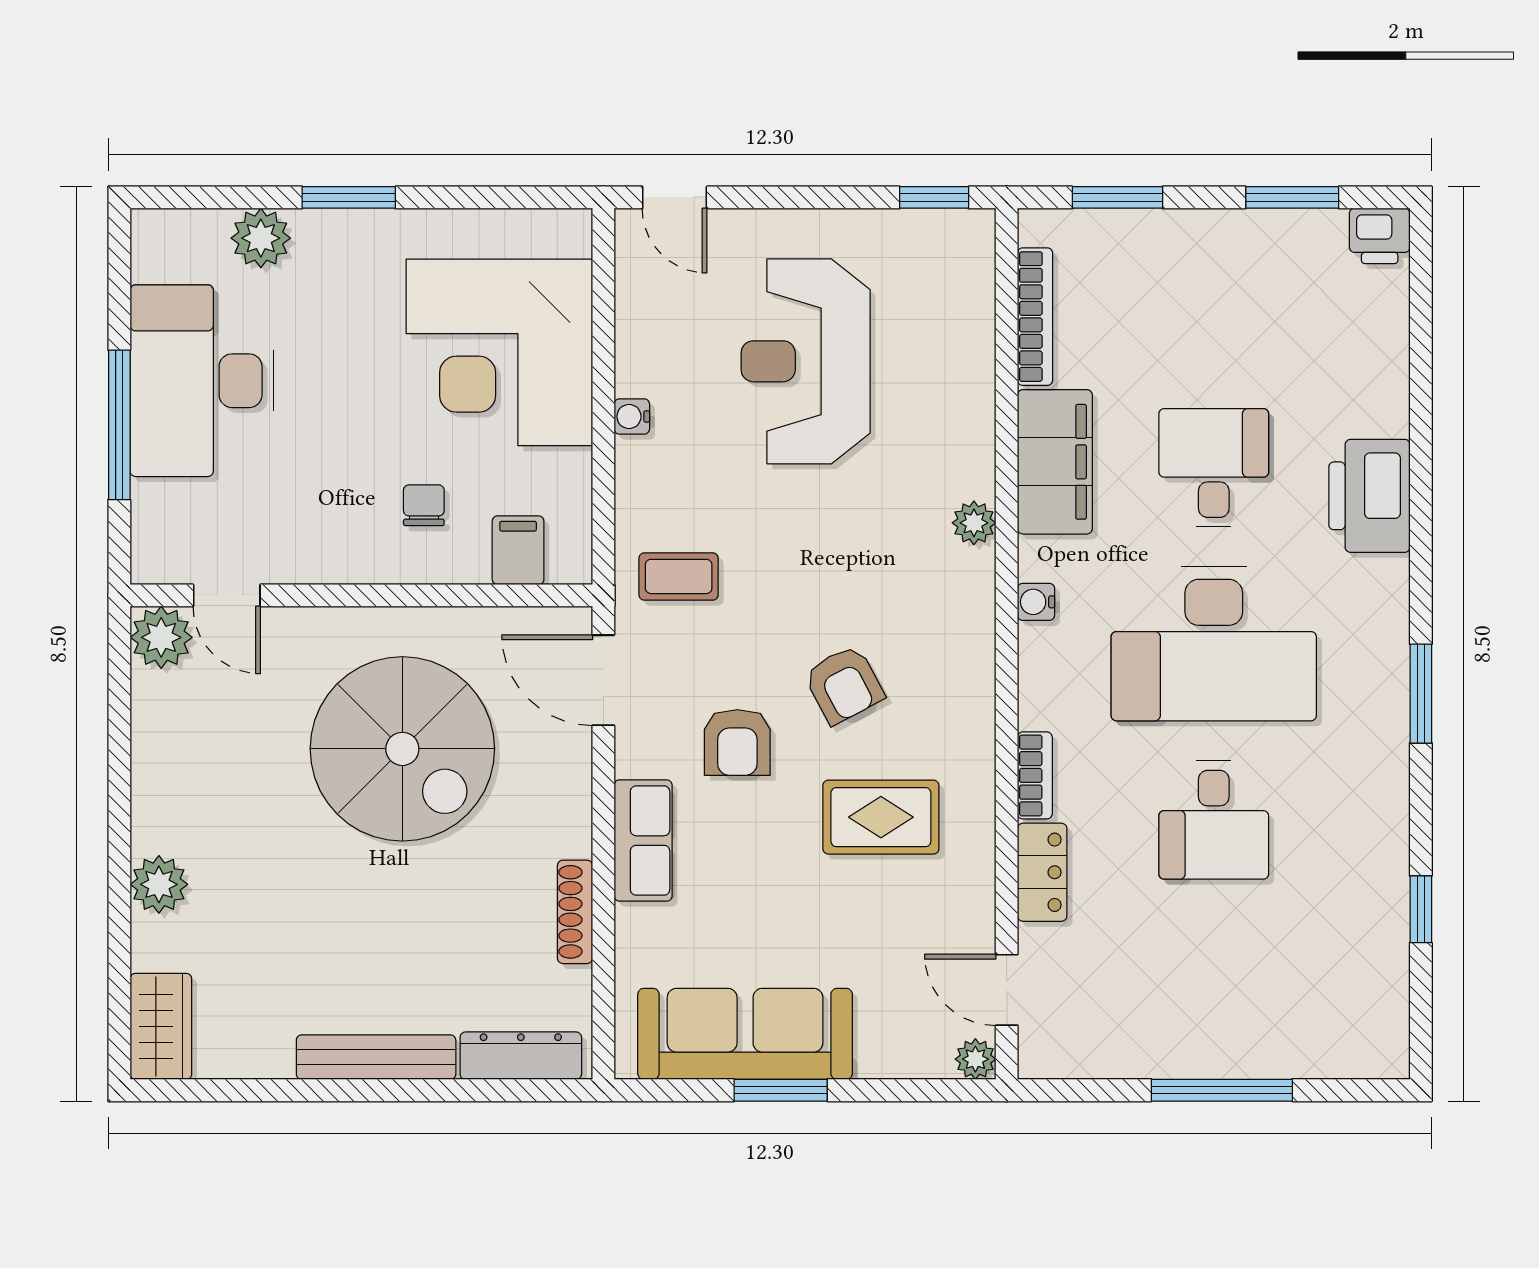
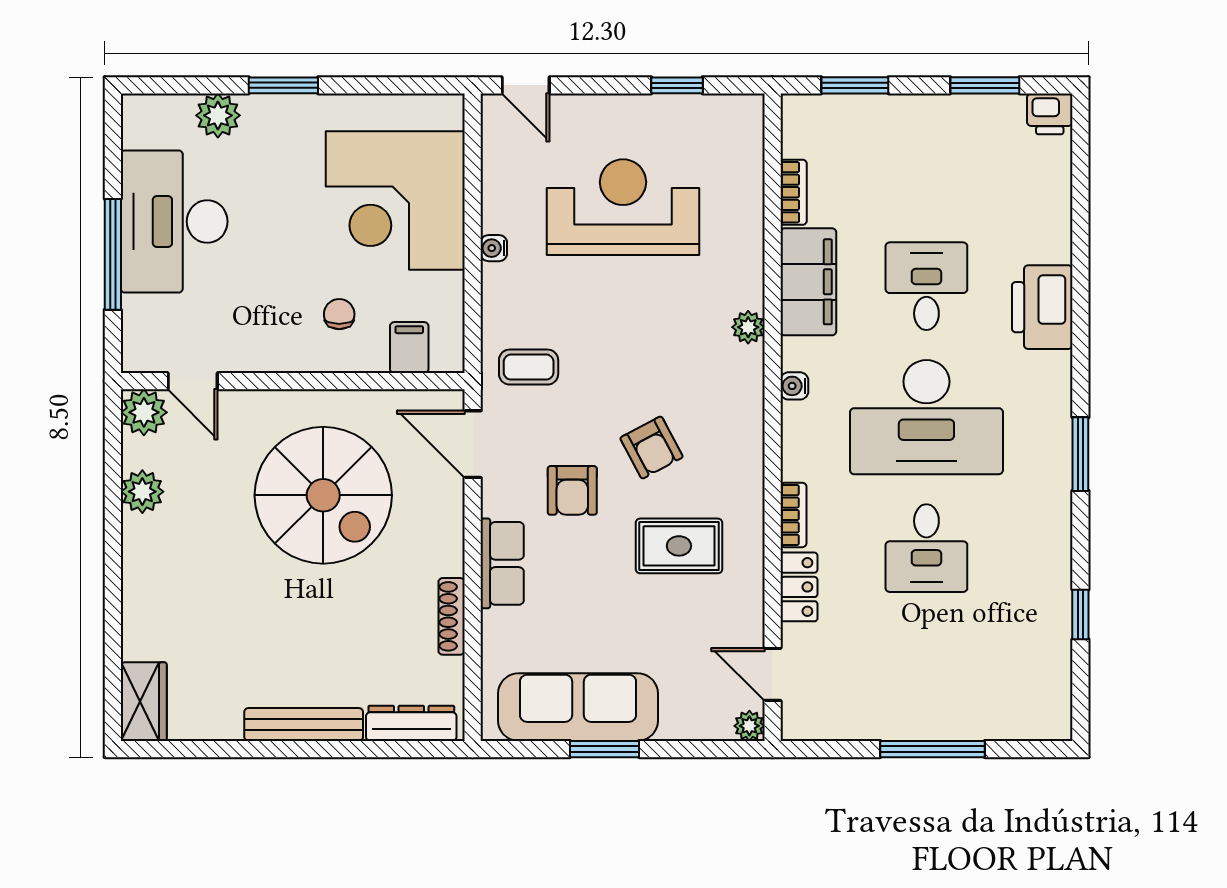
window: (934, 197) -> (677, 85), moved
bookcase: (1035, 317) -> (794, 192), width x0.64
reception desk: (806, 361) -> (623, 207), turned 90
plant: (159, 884) -> (142, 492), moved

